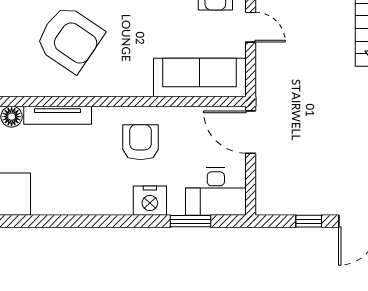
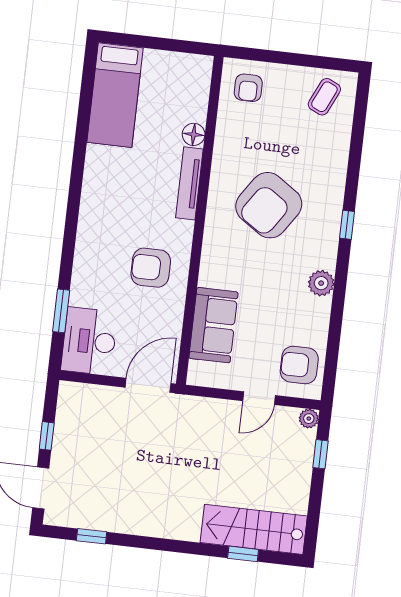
sofa: (200, 77) -> (213, 325), width x0.73
armchair: (140, 142) -> (151, 268), turned 180
nightstand: (150, 201) -> (88, 270), removed

